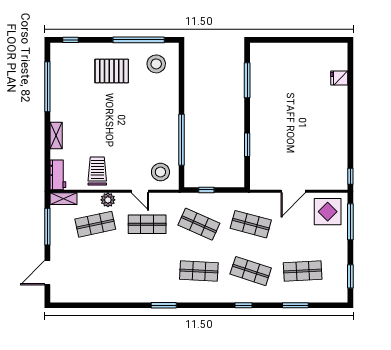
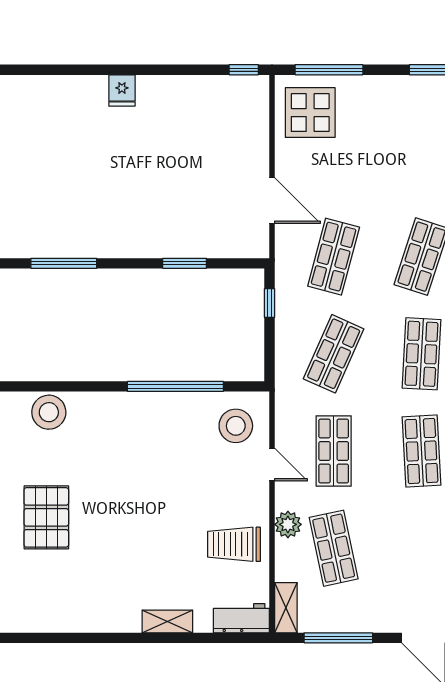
stool: (156, 64) -> (49, 412), moved
fridge: (339, 78) -> (122, 90), moved
window: (47, 87) -> (76, 638), removed
window: (206, 190) -> (269, 303), moved
door: (140, 191) -> (272, 465), hinge flipped
door: (293, 191) -> (272, 200), moved
shop shelf: (303, 271) -> (422, 451), moved

